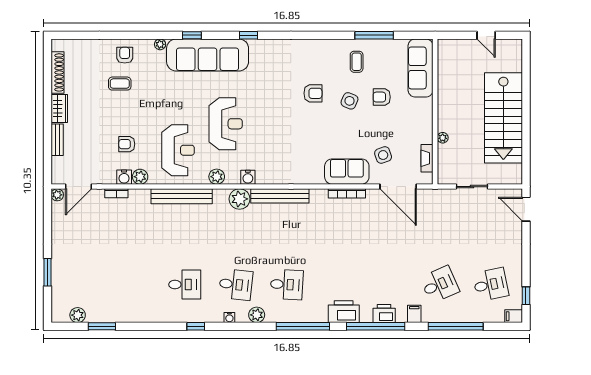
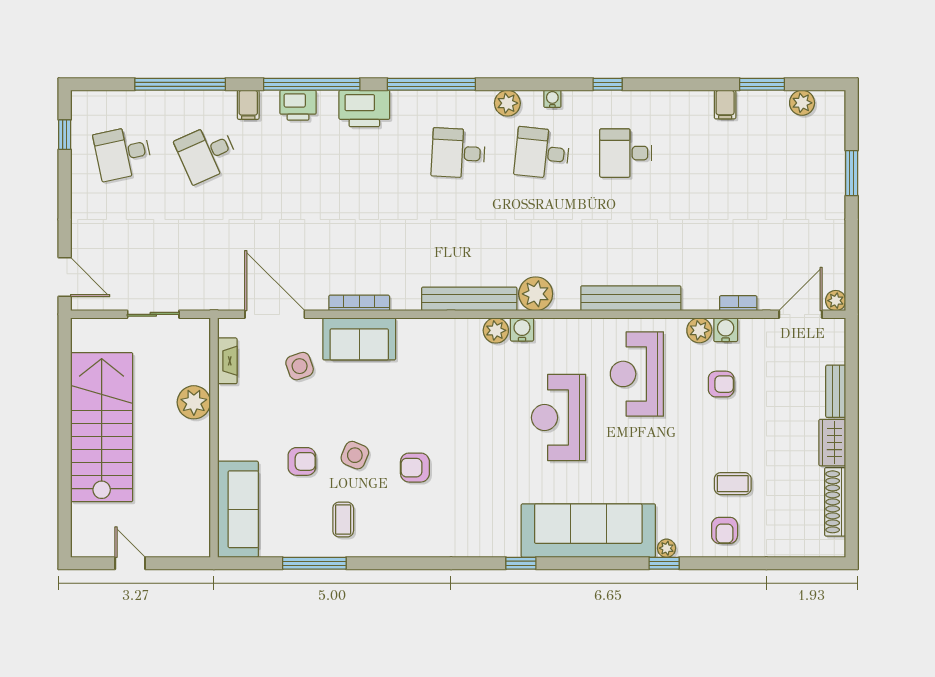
window: (192, 35) -> (664, 563), moved
plant: (443, 138) -> (194, 402), width x1.88, depth x1.88
plant: (217, 177) -> (496, 330), moved
filing cabinet: (514, 316) -> (725, 105), moved, turned 90

